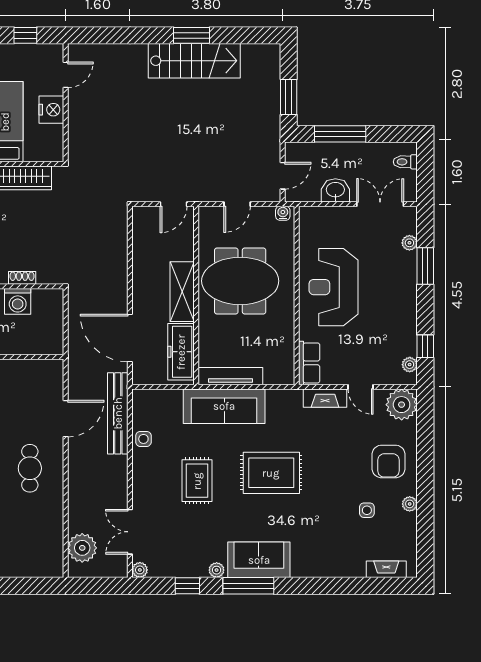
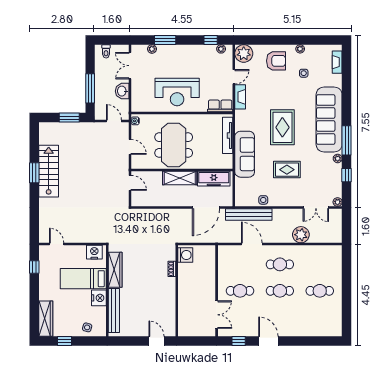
nightstand: (51, 110) -> (94, 252), moved
washing machine: (18, 301) -> (185, 255), moved
tv unit: (230, 376) -> (228, 135), moved
plant: (82, 548) -> (301, 235), moved
sofa: (259, 560) -> (329, 119), width x1.85, depth x1.27

